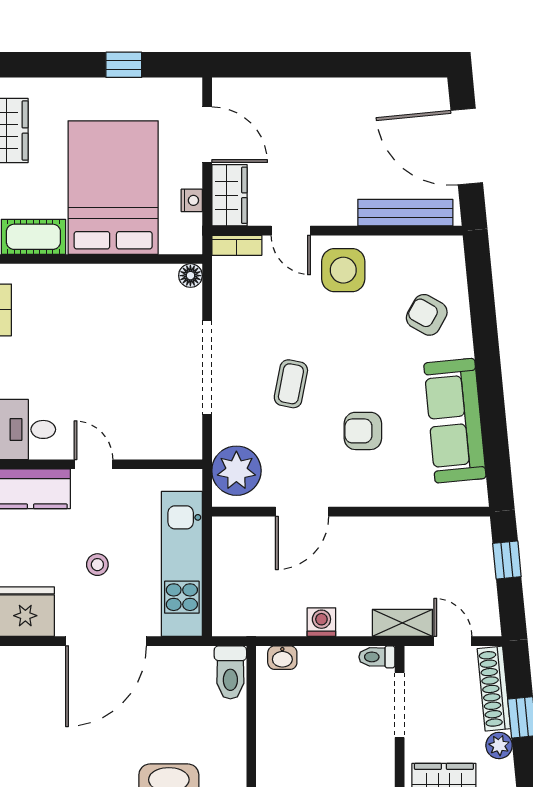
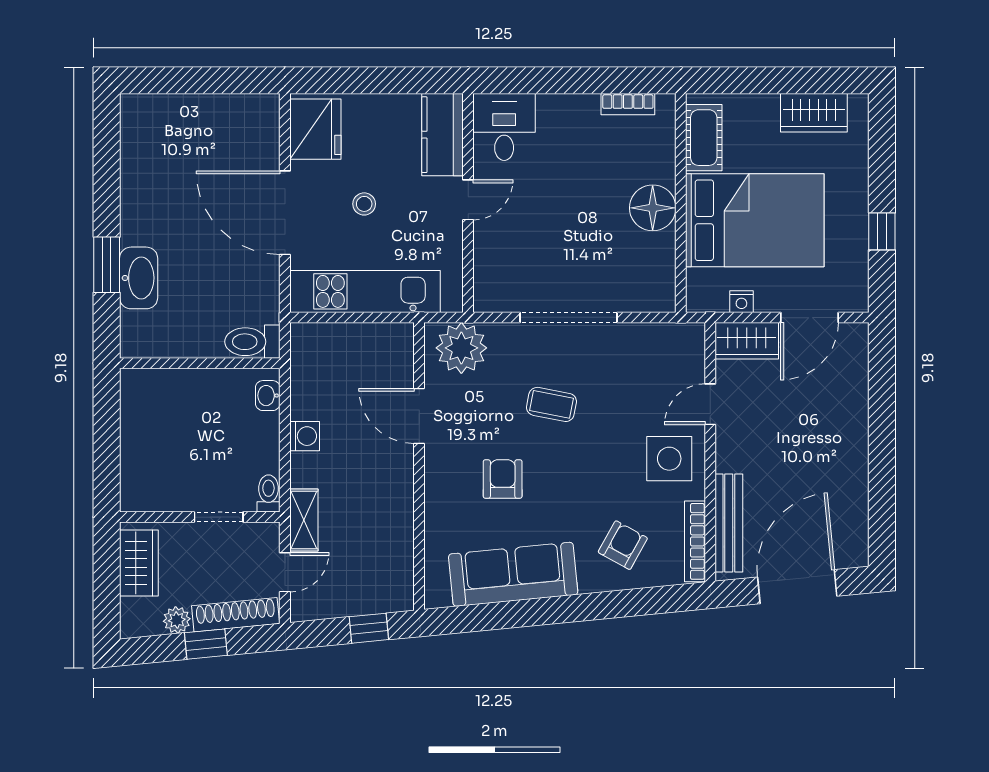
bookcase: (237, 245) -> (695, 541), moved, width x1.56
floor lamp: (190, 276) -> (653, 208), moved, width x1.89, depth x1.89
doorway: (400, 705) -> (219, 517), width x0.73

